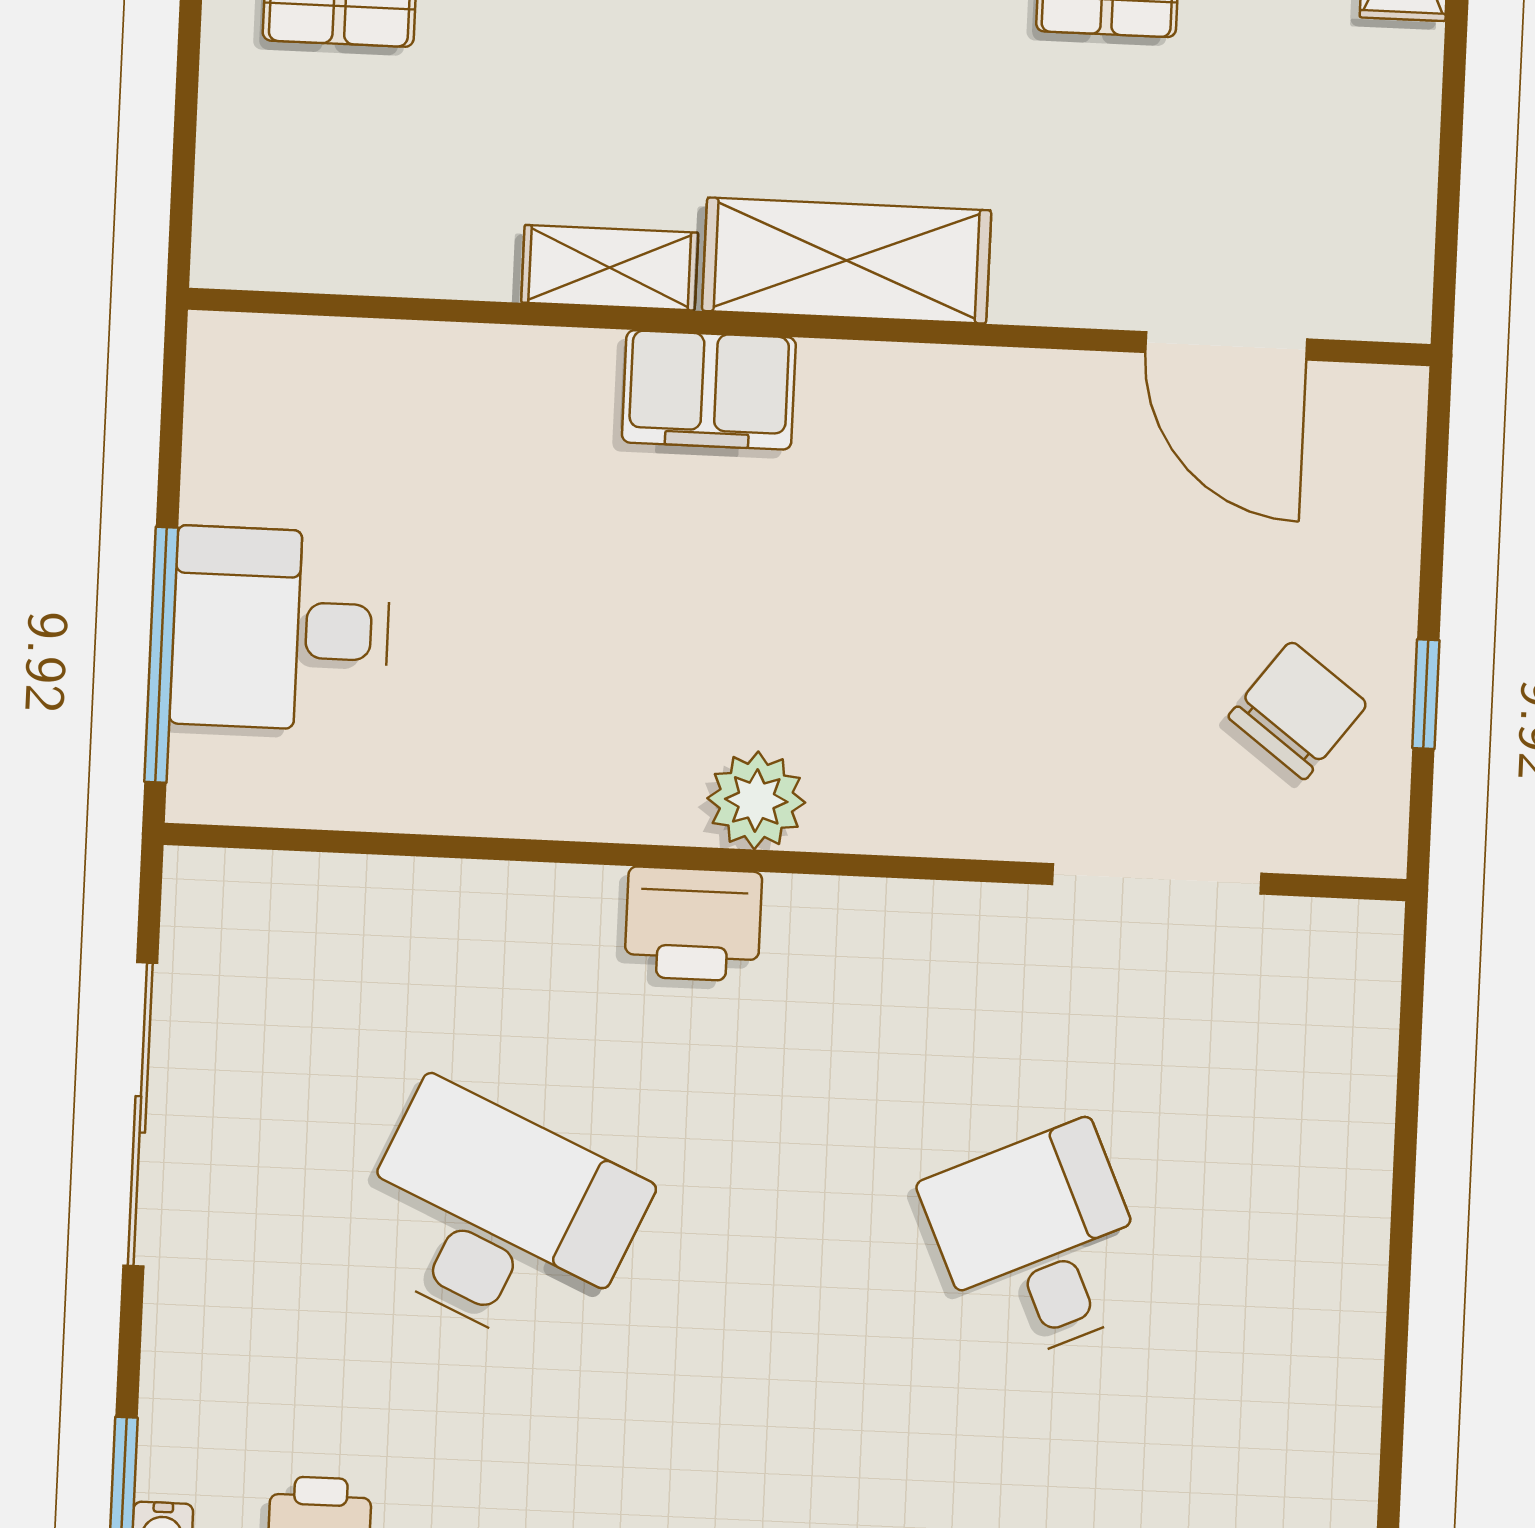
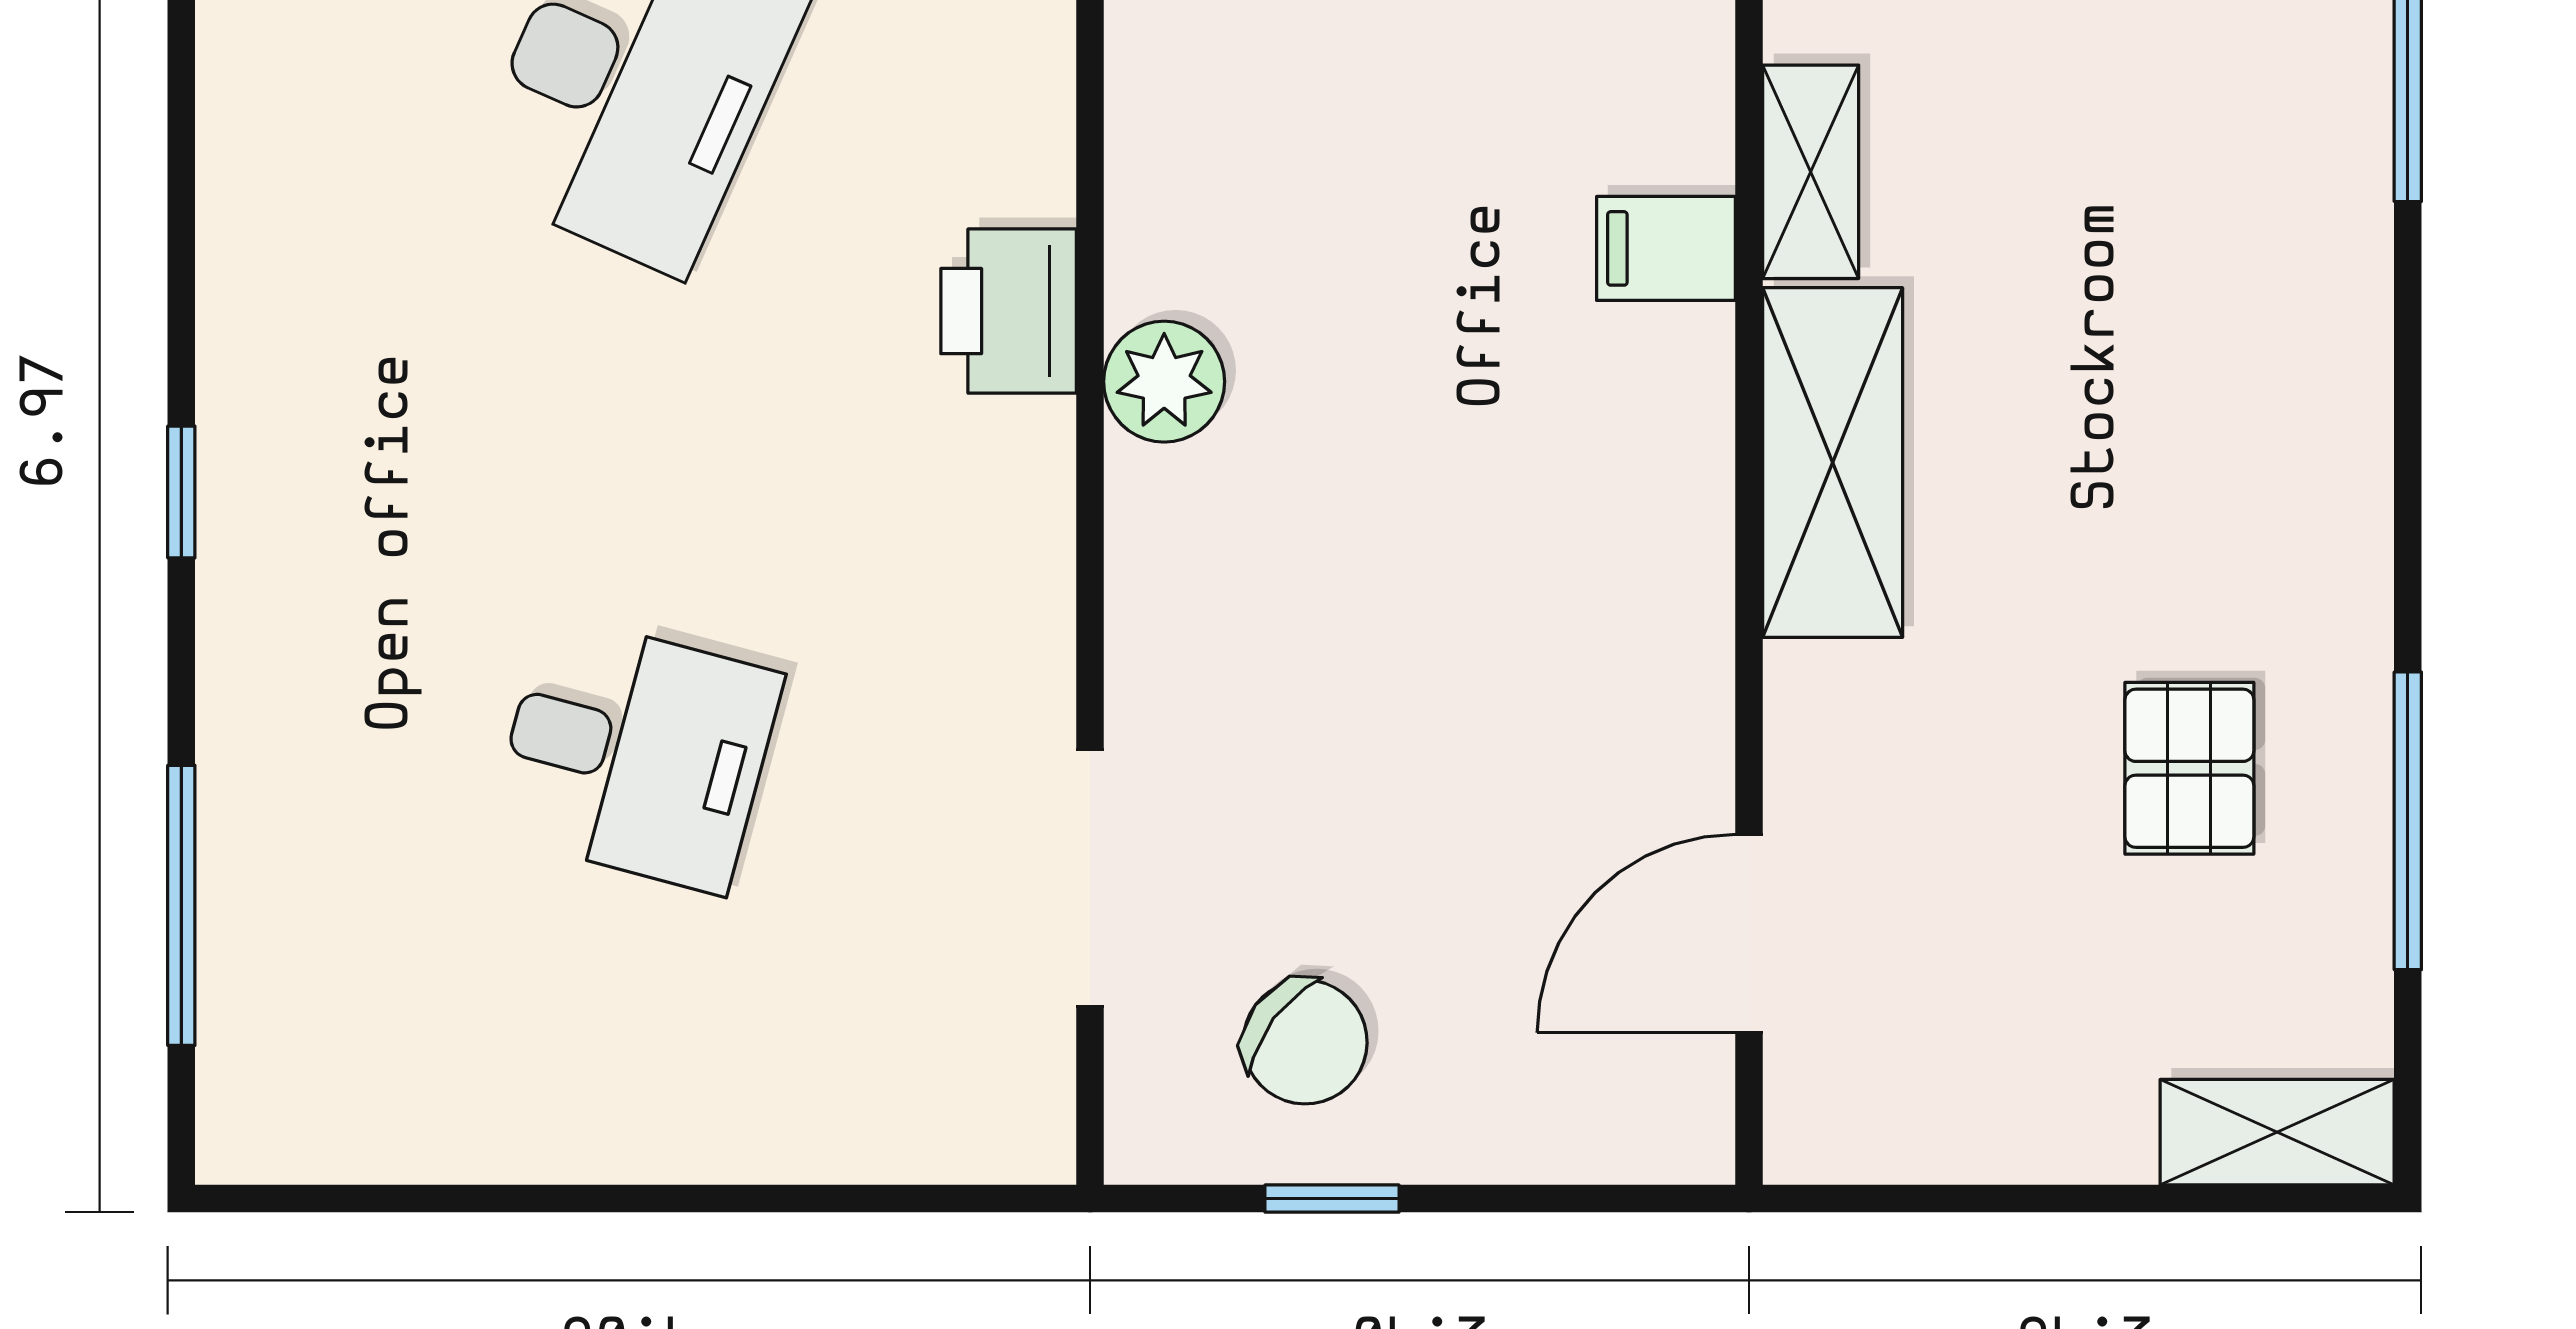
filing cabinet: (709, 390) -> (1666, 248), width x0.50
desk: (1039, 1243) -> (636, 754), turned 39

